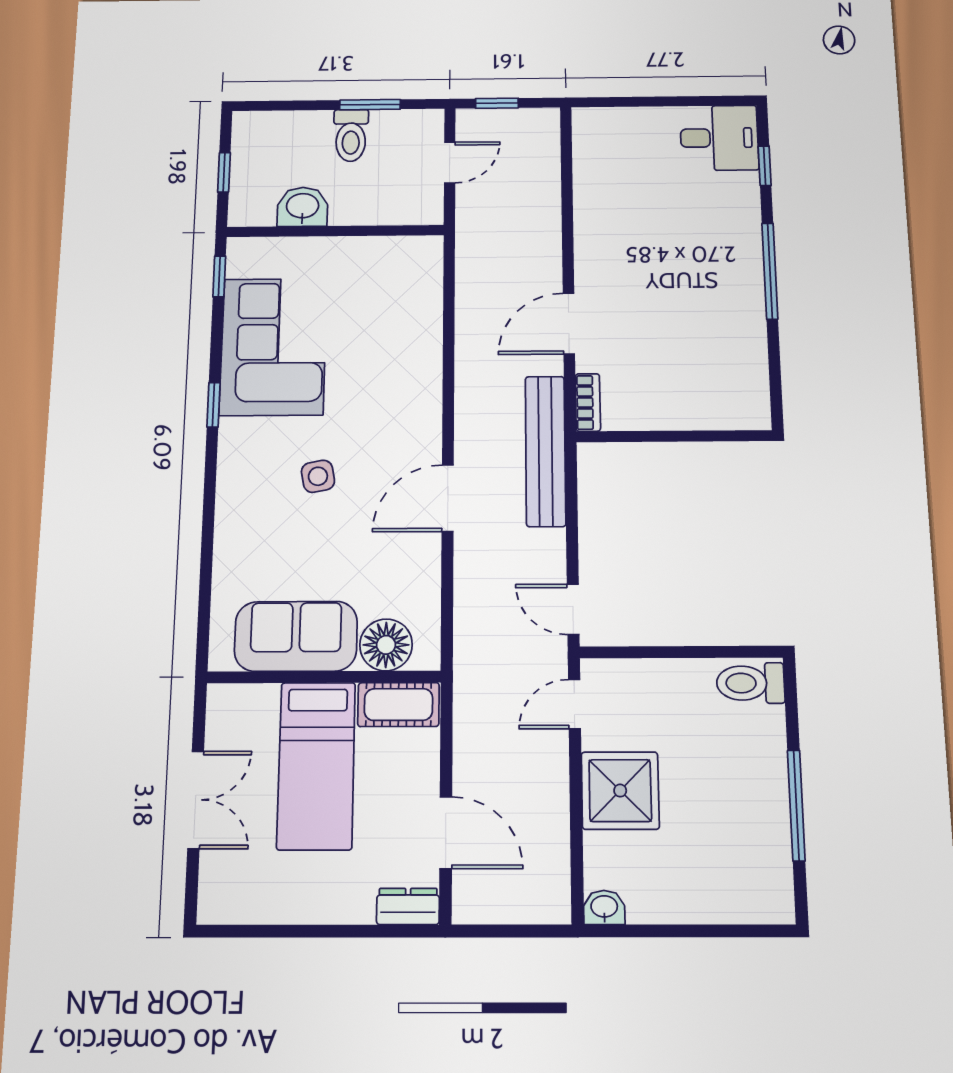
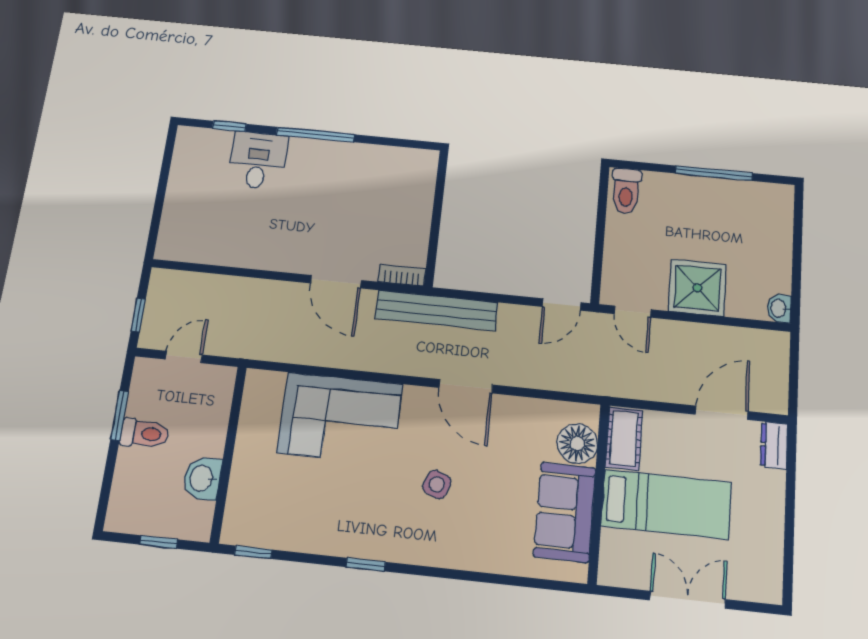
desk: (719, 138) -> (258, 160), moved
door: (450, 163) -> (184, 357), hinge flipped
corner sofa: (273, 347) -> (340, 418), moved, turned 180
side table: (318, 476) -> (437, 484), turned 33

